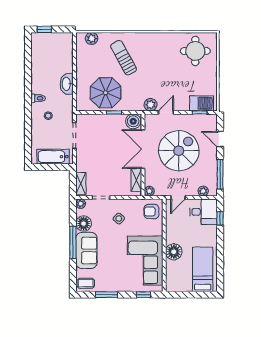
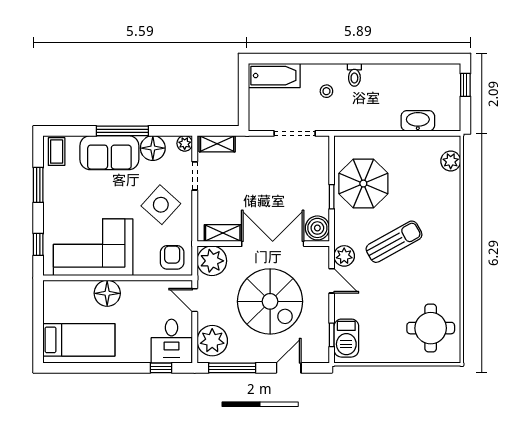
sun lounger: (124, 58) -> (394, 242), moved
washbasin: (67, 84) -> (418, 121), moved
bathtub: (53, 157) -> (274, 76), moved, turned 90
plant: (149, 191) -> (212, 261), width x1.87, depth x1.87
plant: (203, 191) -> (212, 341), width x1.87, depth x1.87
side table: (119, 219) -> (161, 205), width x1.87, depth x1.87

